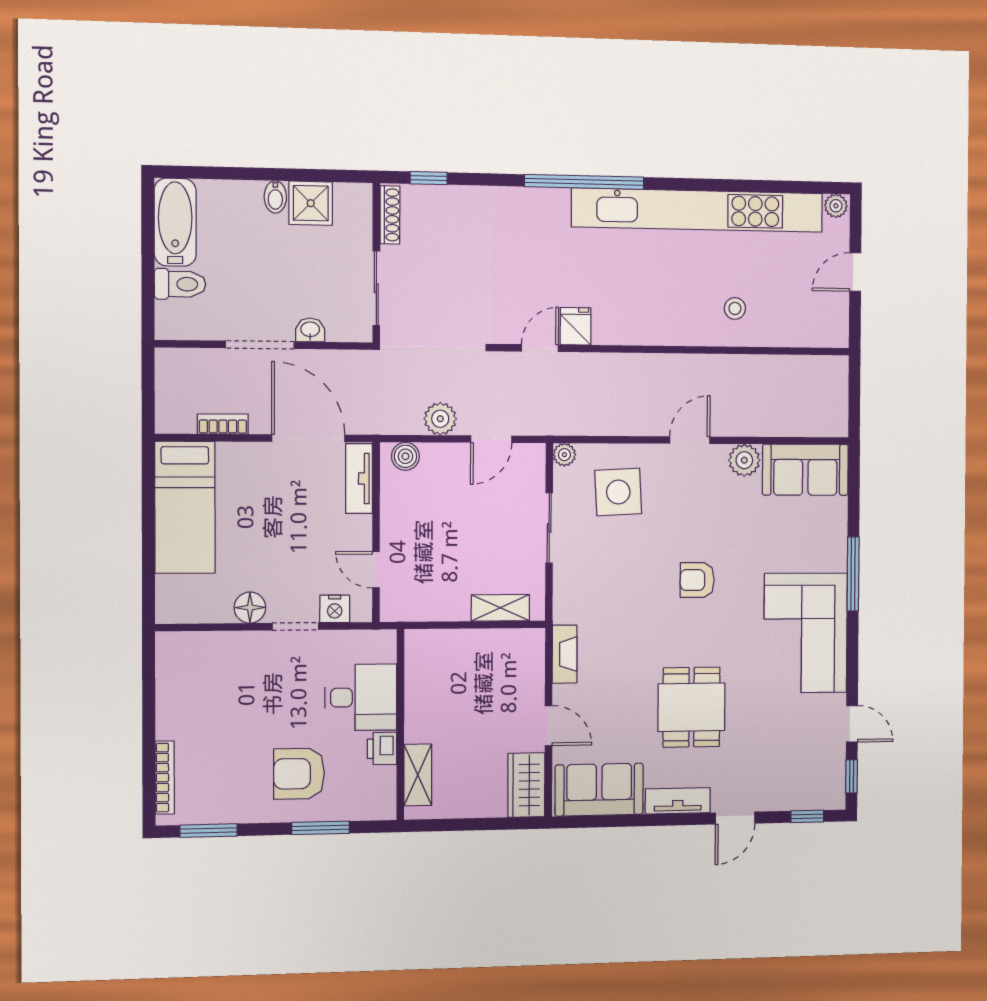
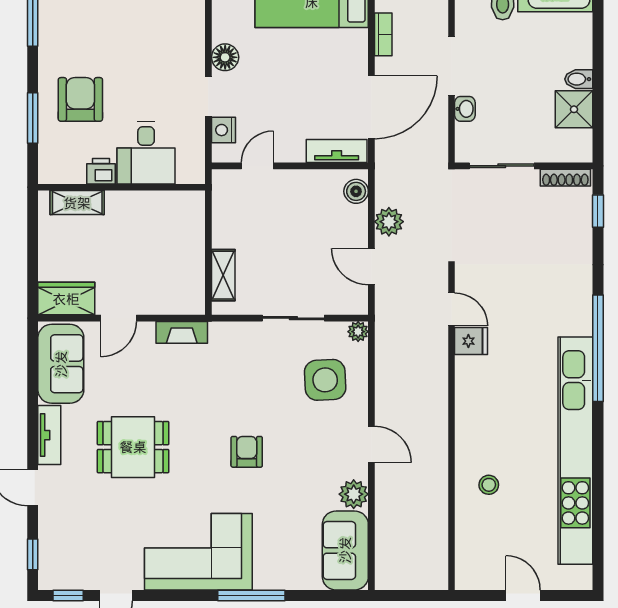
plant: (836, 206) -> (582, 577), removed

